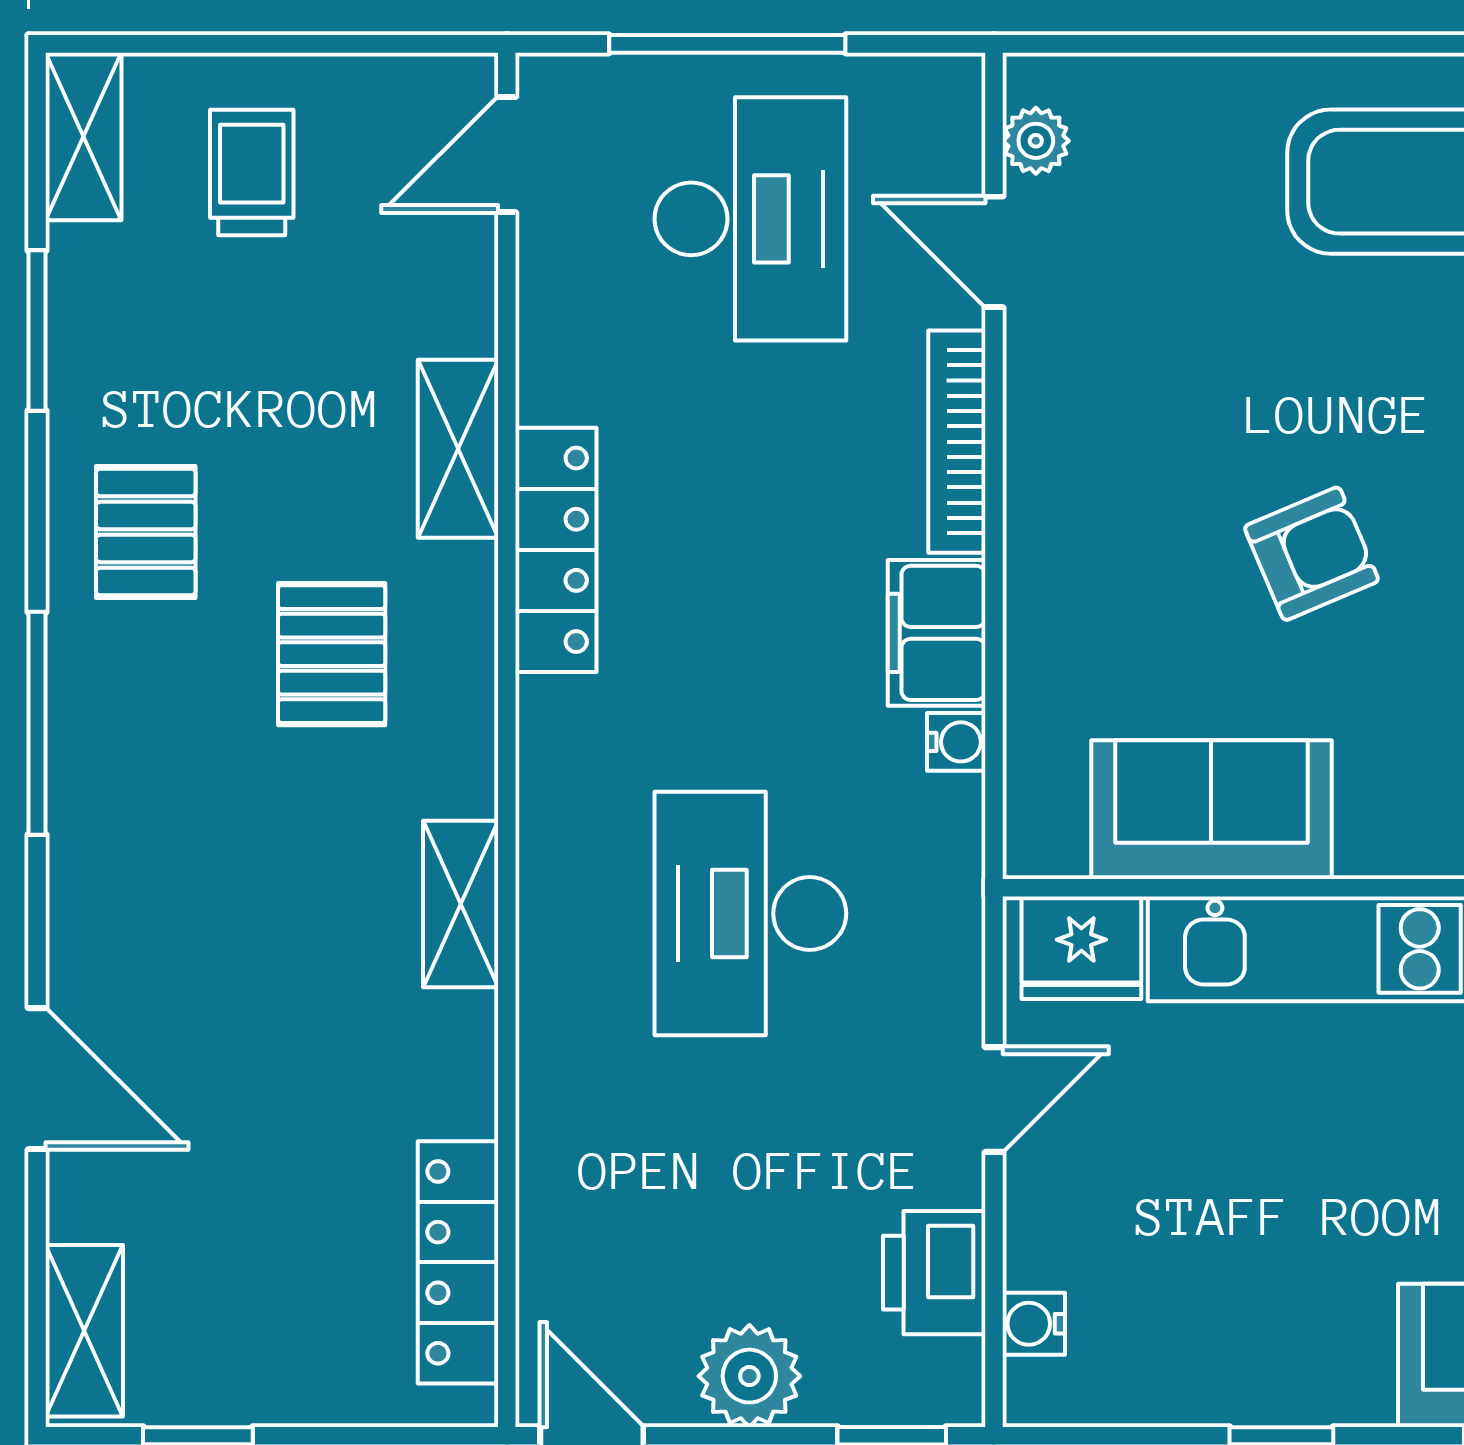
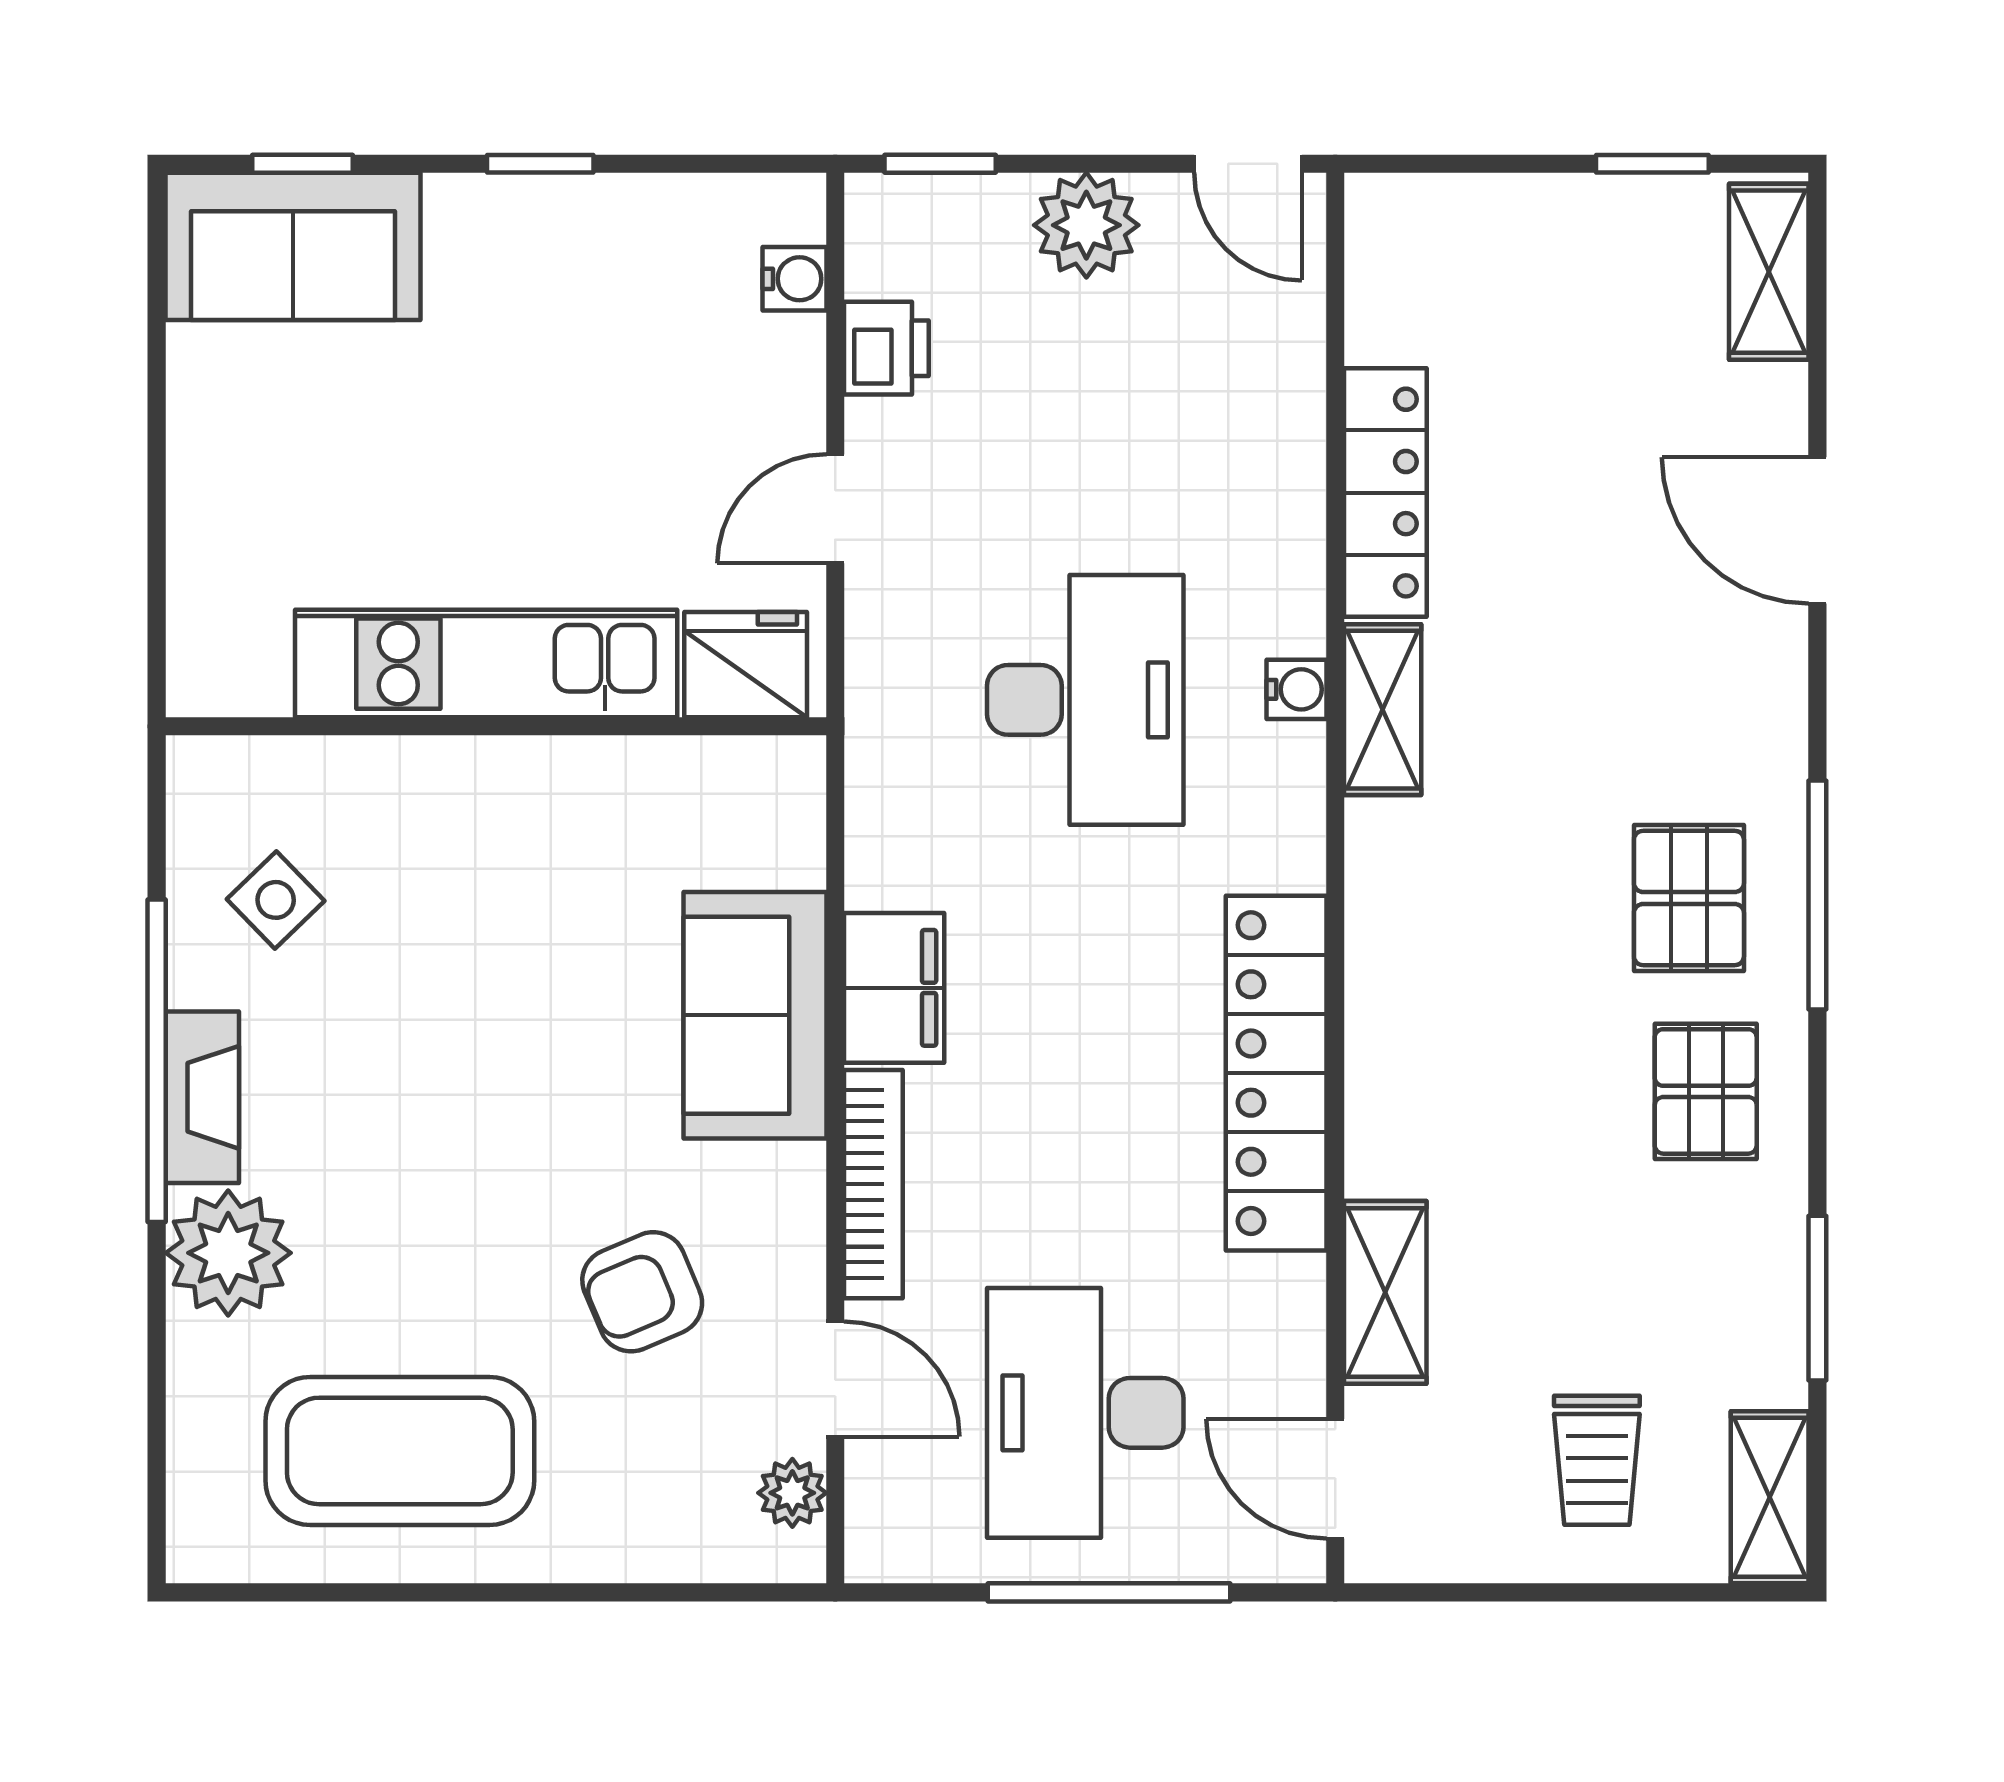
door: (507, 155) -> (1335, 1479), swing flipped
shelving: (458, 449) -> (1385, 1292), moved
locker: (556, 550) -> (1276, 1073), width x1.41, depth x1.21
armchair: (1311, 554) -> (642, 1292), moved
pallet: (332, 654) -> (1689, 898), moved
water cooler: (956, 742) -> (1296, 689), moved, turned 180
sofa: (1211, 810) -> (755, 1015), moved, turned 90
locker: (458, 1262) -> (1385, 493), moved
printer: (934, 1273) -> (886, 348), width x0.73, depth x0.81

